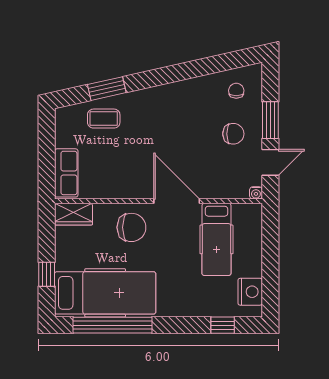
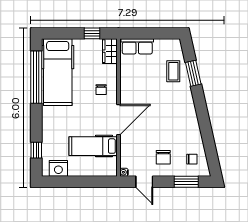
window: (270, 120) -> (186, 182), moved
chair: (131, 227) -> (101, 90), width x0.54, depth x0.54
window: (47, 274) -> (92, 33), moved

